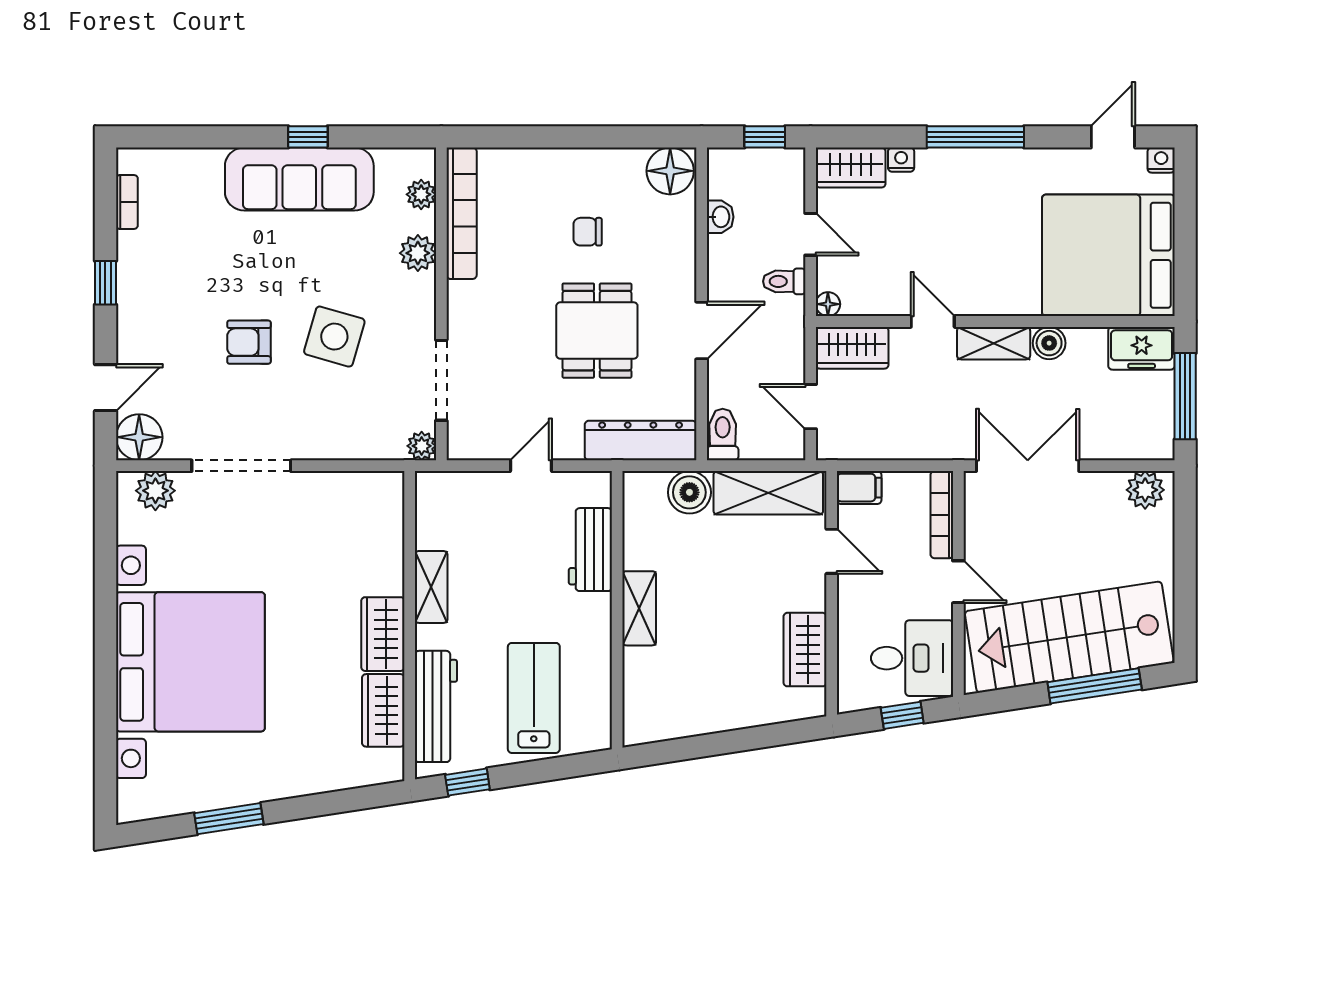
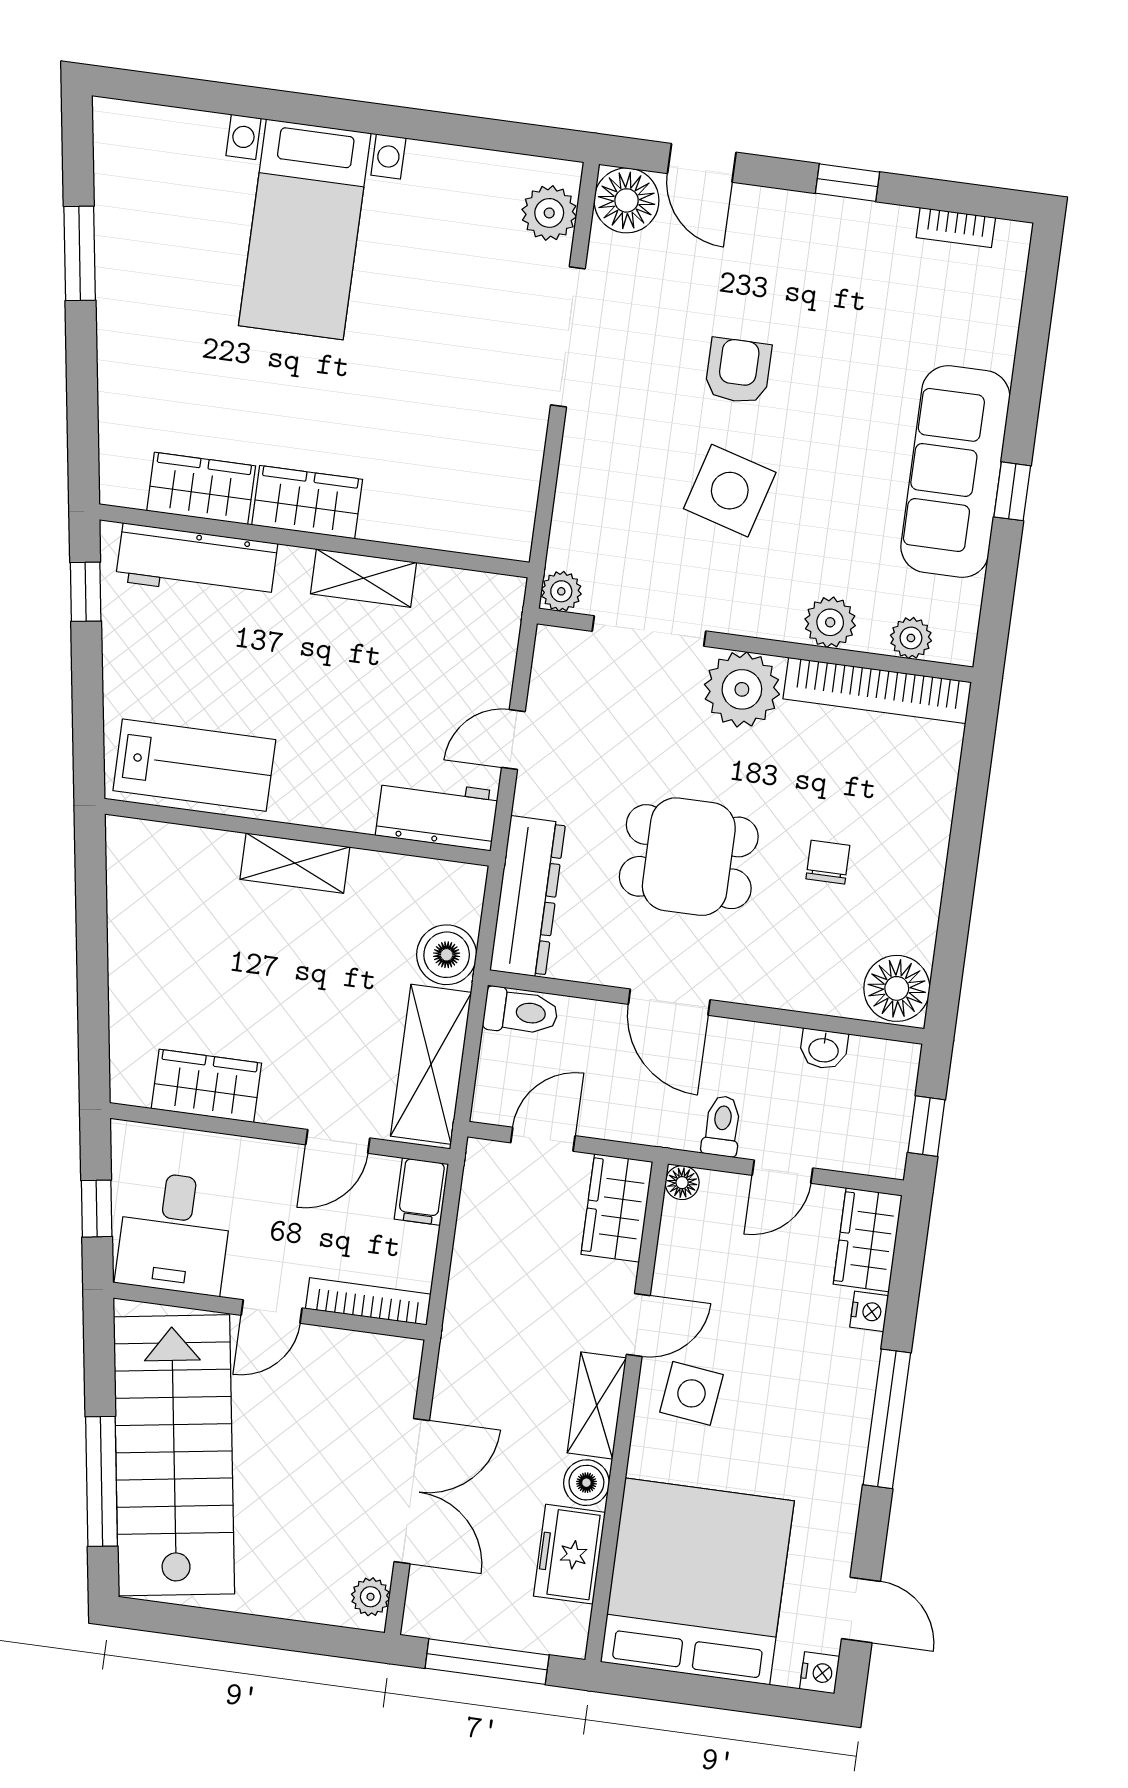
side table: (976, 277) -> (692, 1393), added
plant: (474, 309) -> (742, 689), added
freezer: (1142, 348) -> (569, 1554), moved
door: (531, 466) -> (513, 740), swing flipped
double door: (1028, 466) -> (412, 1491), moved
plant: (1145, 490) -> (371, 1597), width x0.73, depth x0.73
workbench: (590, 550) -> (437, 813), moved
bed with nightstands: (190, 662) -> (305, 229), width x0.54
lab bench: (534, 698) -> (194, 765), moved

